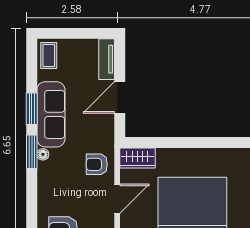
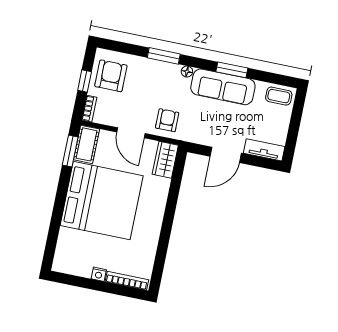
door: (120, 97) -> (226, 155), swing flipped
window: (32, 152) -> (164, 56), moved

